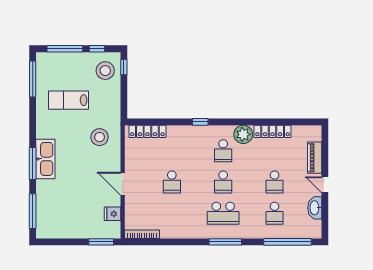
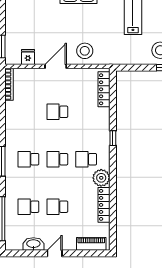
stool: (100, 137) -> (85, 51), moved
piano: (315, 158) -> (91, 244), moved
school desk: (223, 213) -> (28, 159), width x0.54

